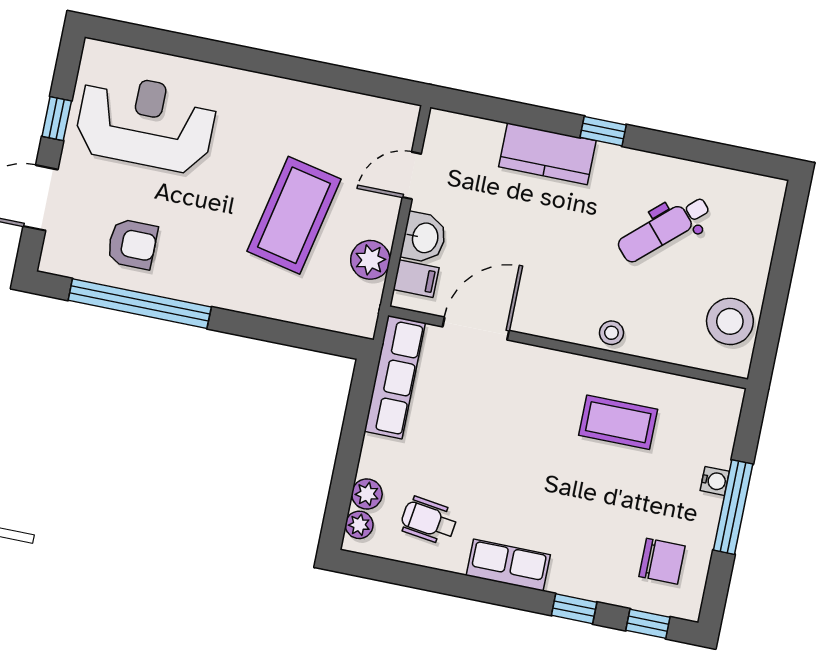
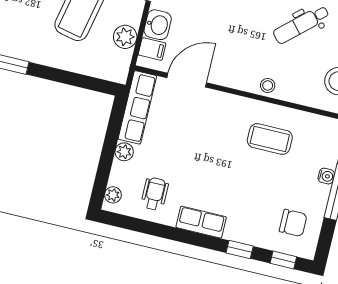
plant: (367, 494) -> (124, 152), moved
wheelchair: (429, 521) -> (155, 194), turned 82

